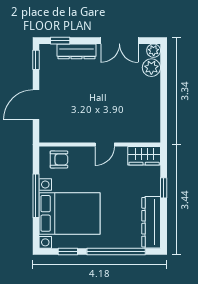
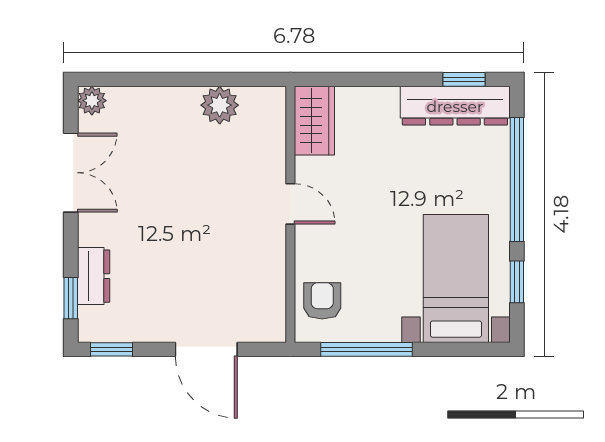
dresser: (77, 51) -> (94, 276), width x0.70
plant: (151, 68) -> (220, 105), moved
window: (164, 188) -> (464, 79), moved
window: (36, 196) -> (366, 349), moved
bed with nightstands: (70, 213) -> (456, 278), width x0.73

